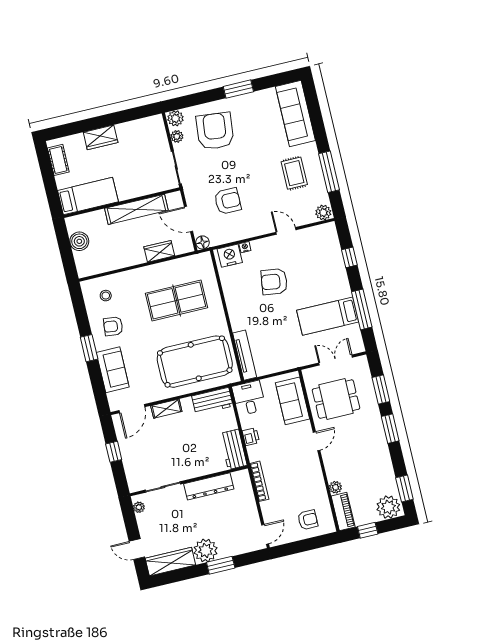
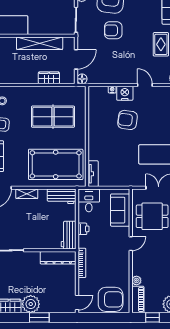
armchair: (228, 201) -> (113, 30), moved, turned 180
door: (189, 219) -> (76, 59), swing flipped
nightstand: (230, 256) -> (125, 93), moved
tv unit: (245, 355) -> (93, 174), width x0.71
dresser: (209, 486) -> (58, 258), moved
armchair: (308, 520) -> (111, 299), width x1.88, depth x1.88

